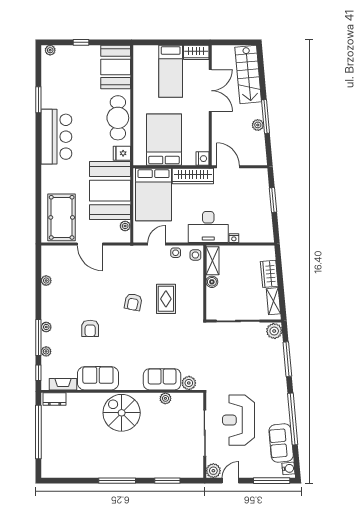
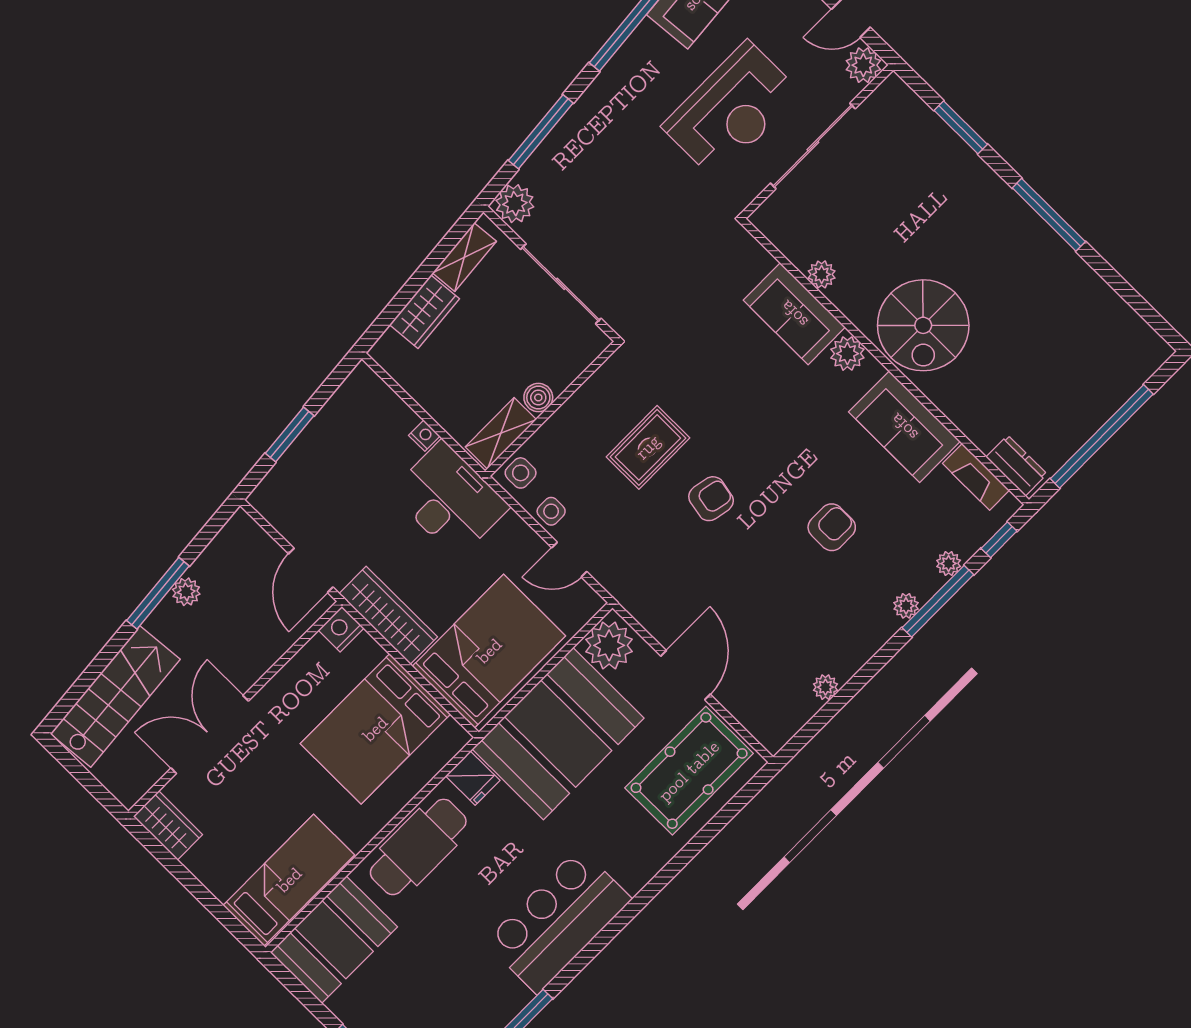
bed: (171, 71) -> (289, 880), moved
plant: (125, 226) -> (609, 645), width x1.88, depth x1.88
plant: (189, 383) -> (847, 354), moved

